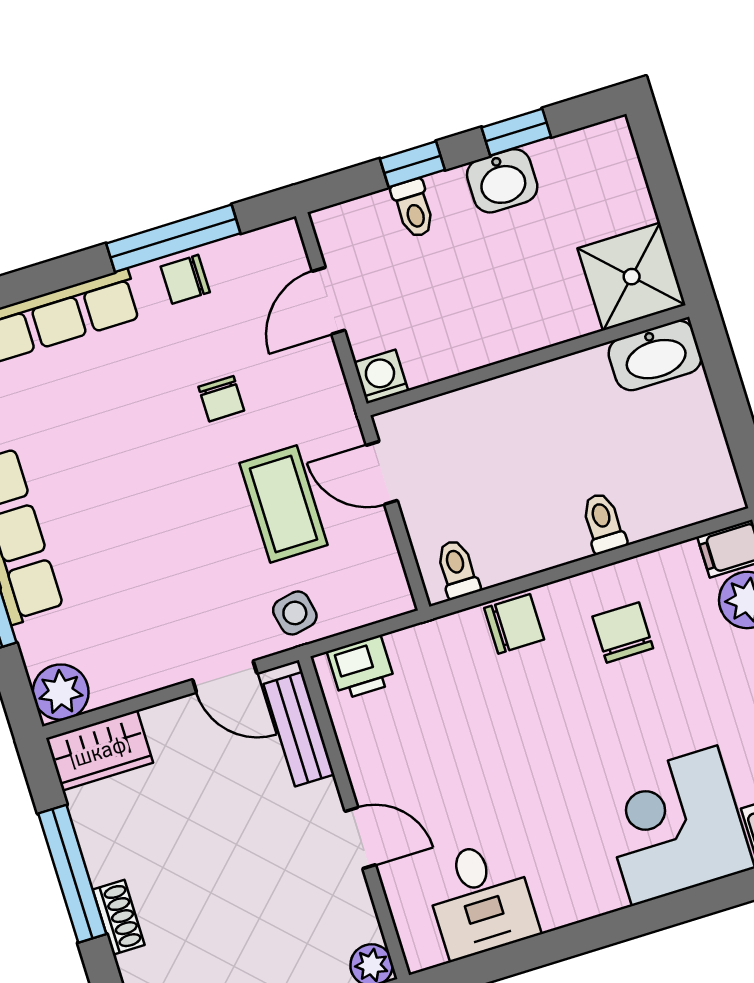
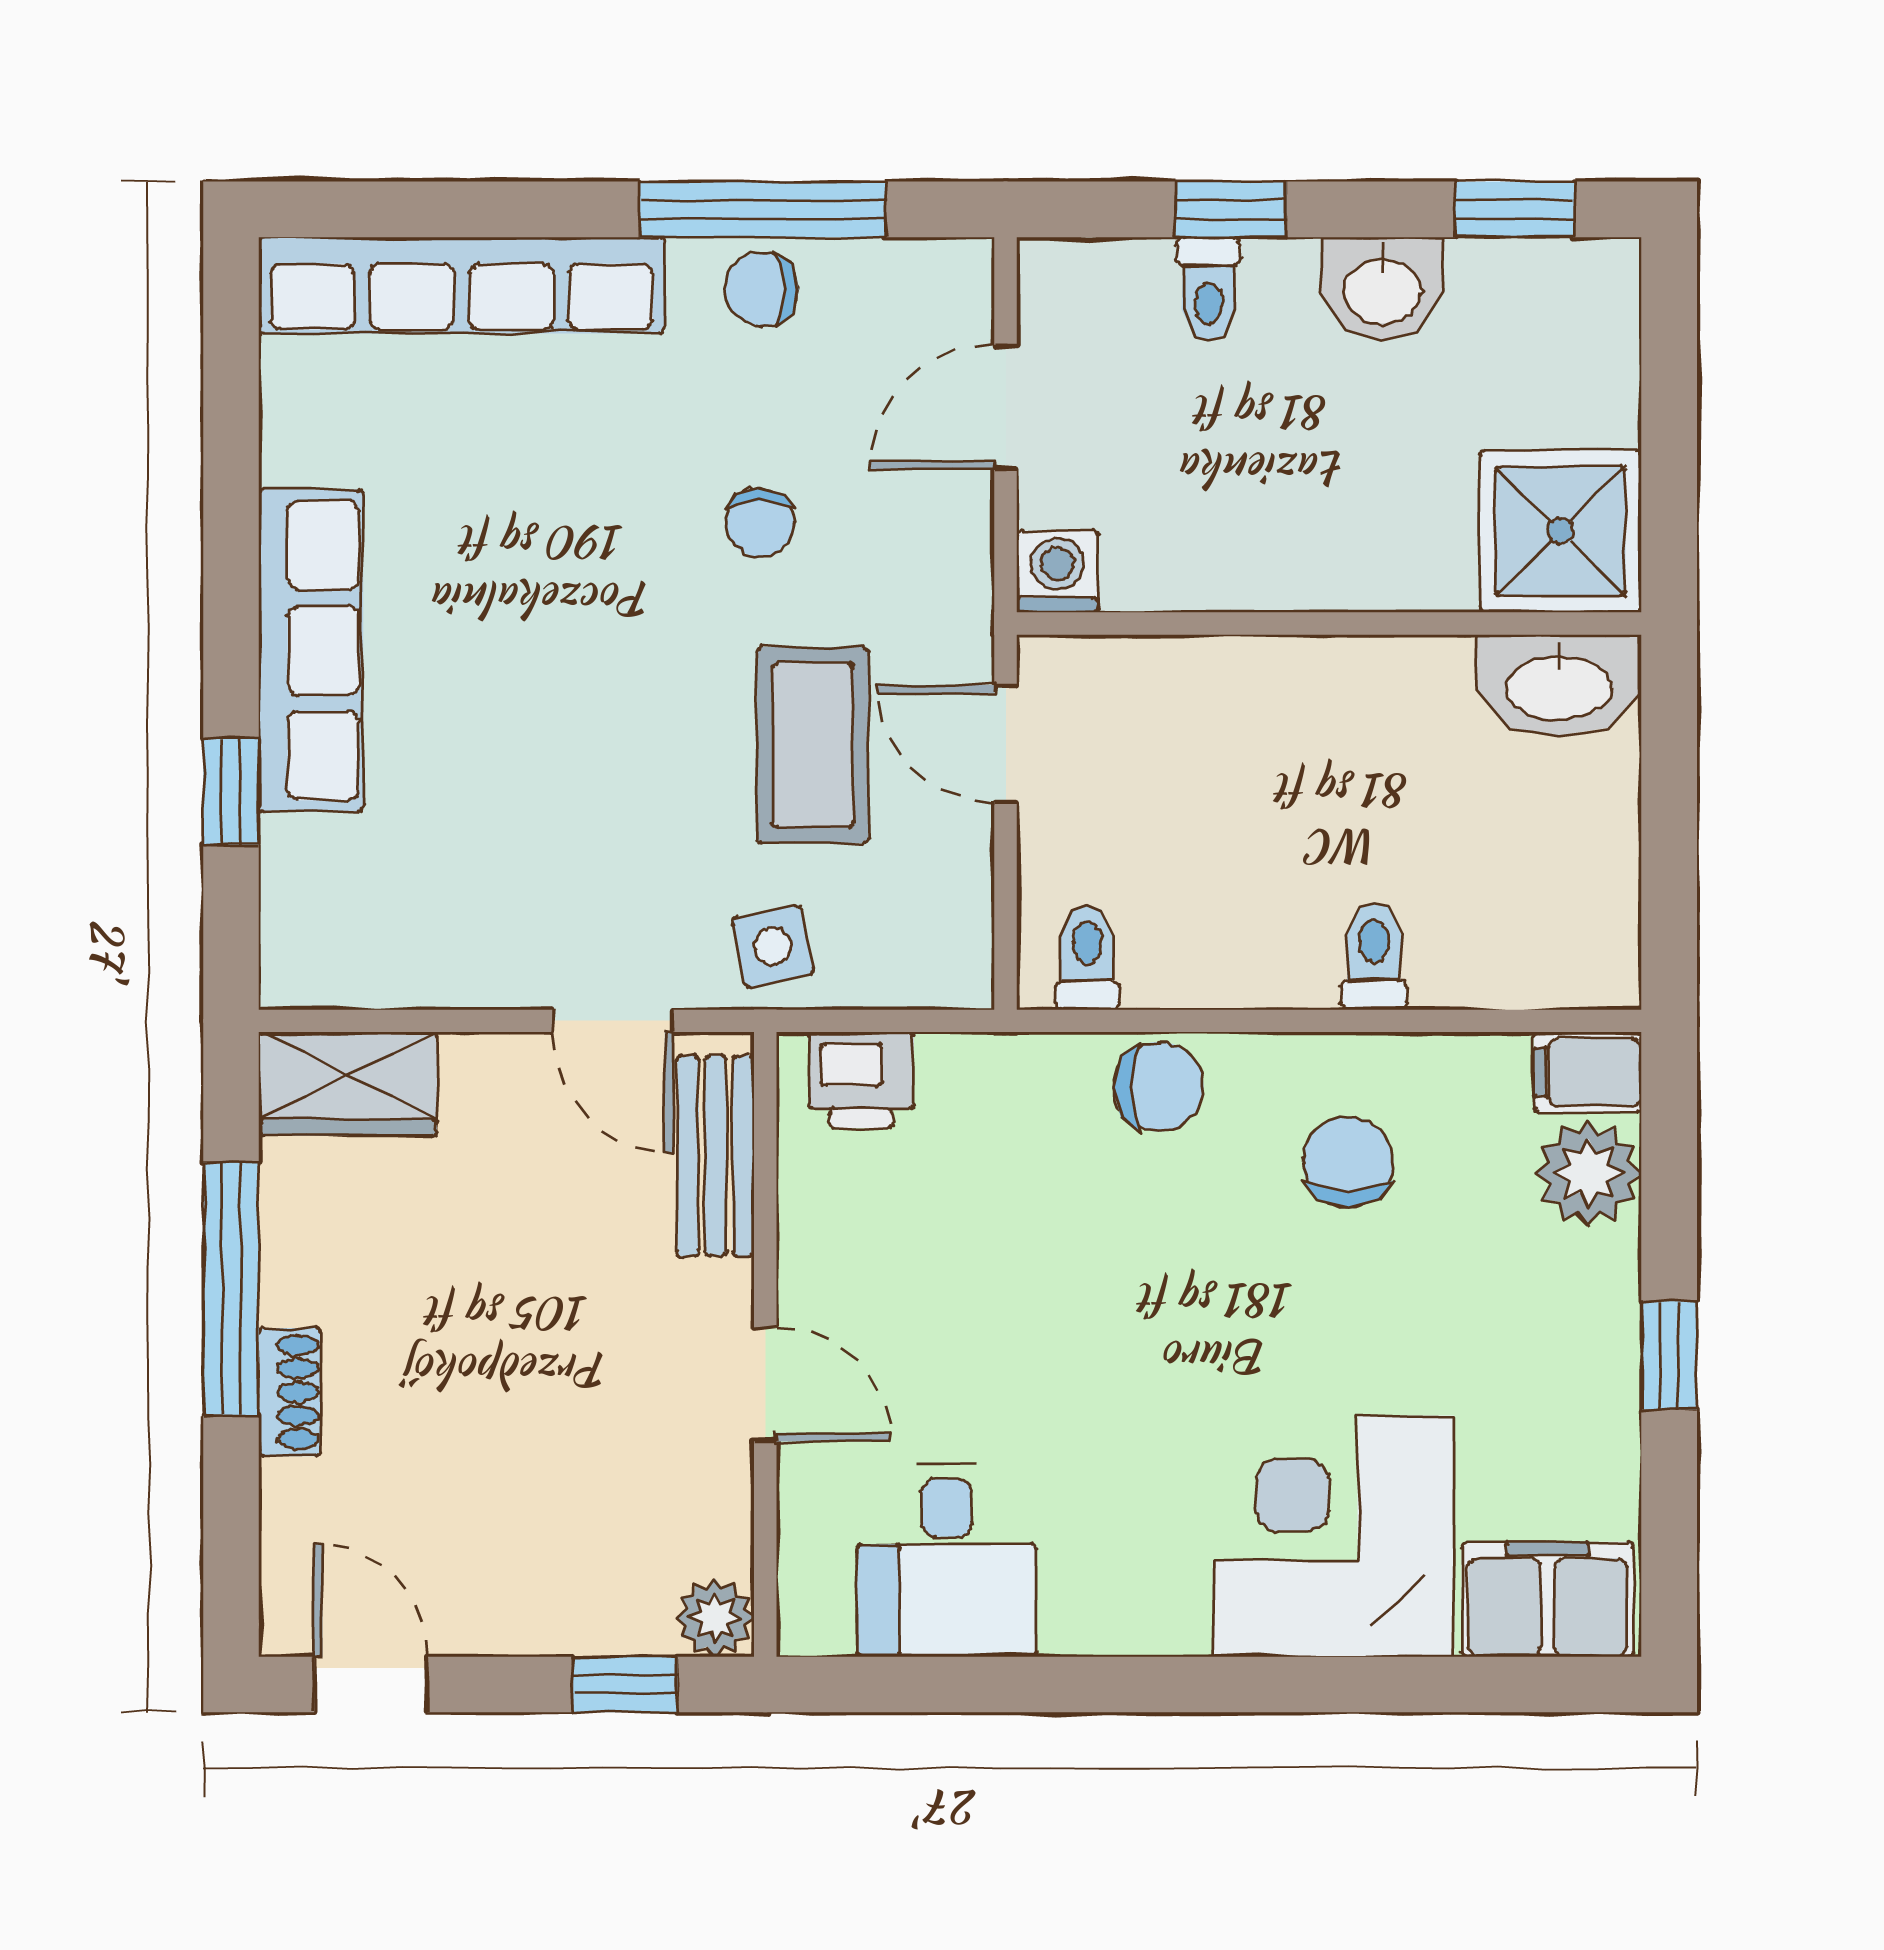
window: (516, 132) -> (1515, 209), moved
plant: (61, 692) -> (311, 958), removed

